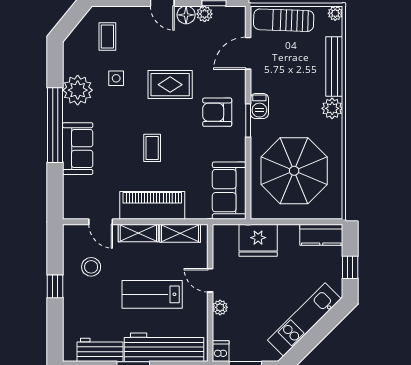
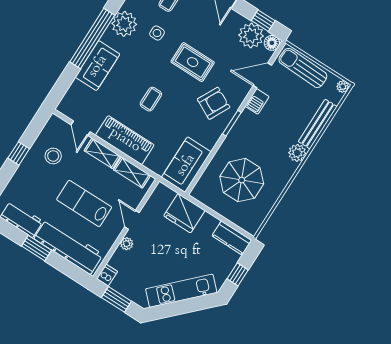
plant: (205, 14) -> (251, 36), width x1.87, depth x1.87
floor lamp: (186, 15) -> (272, 43), moved
barbecue: (259, 106) -> (257, 101), moved
armchair: (217, 112) -> (214, 103), turned 117
parasol: (294, 171) -> (242, 180), width x0.73, depth x0.73

